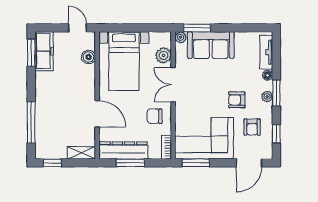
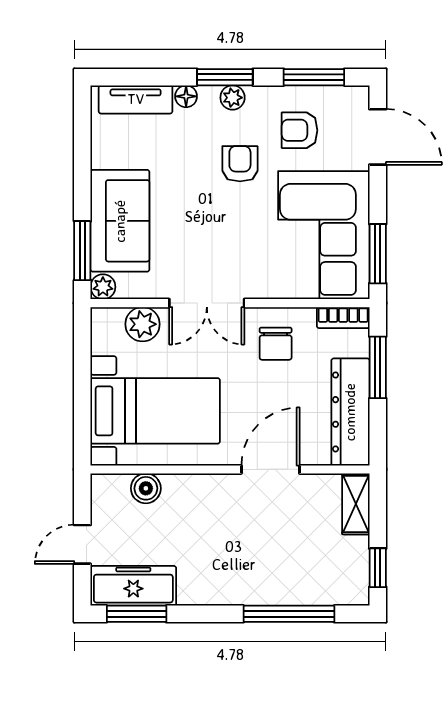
door: (77, 28) -> (82, 544), moved
armchair: (237, 100) -> (240, 164), turned 180
armchair: (252, 127) -> (299, 130), turned 180
window: (276, 134) -> (314, 77), width x1.50
window: (130, 163) -> (378, 367), moved

